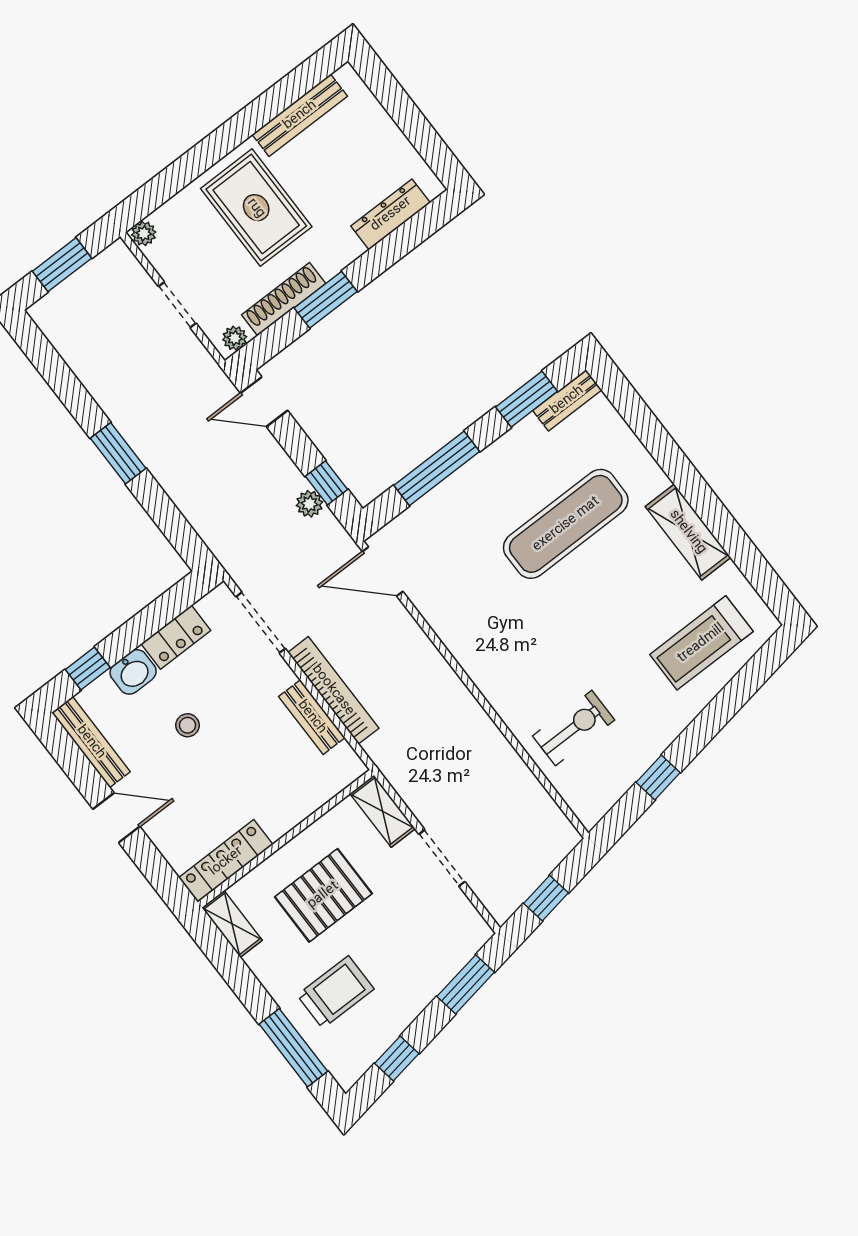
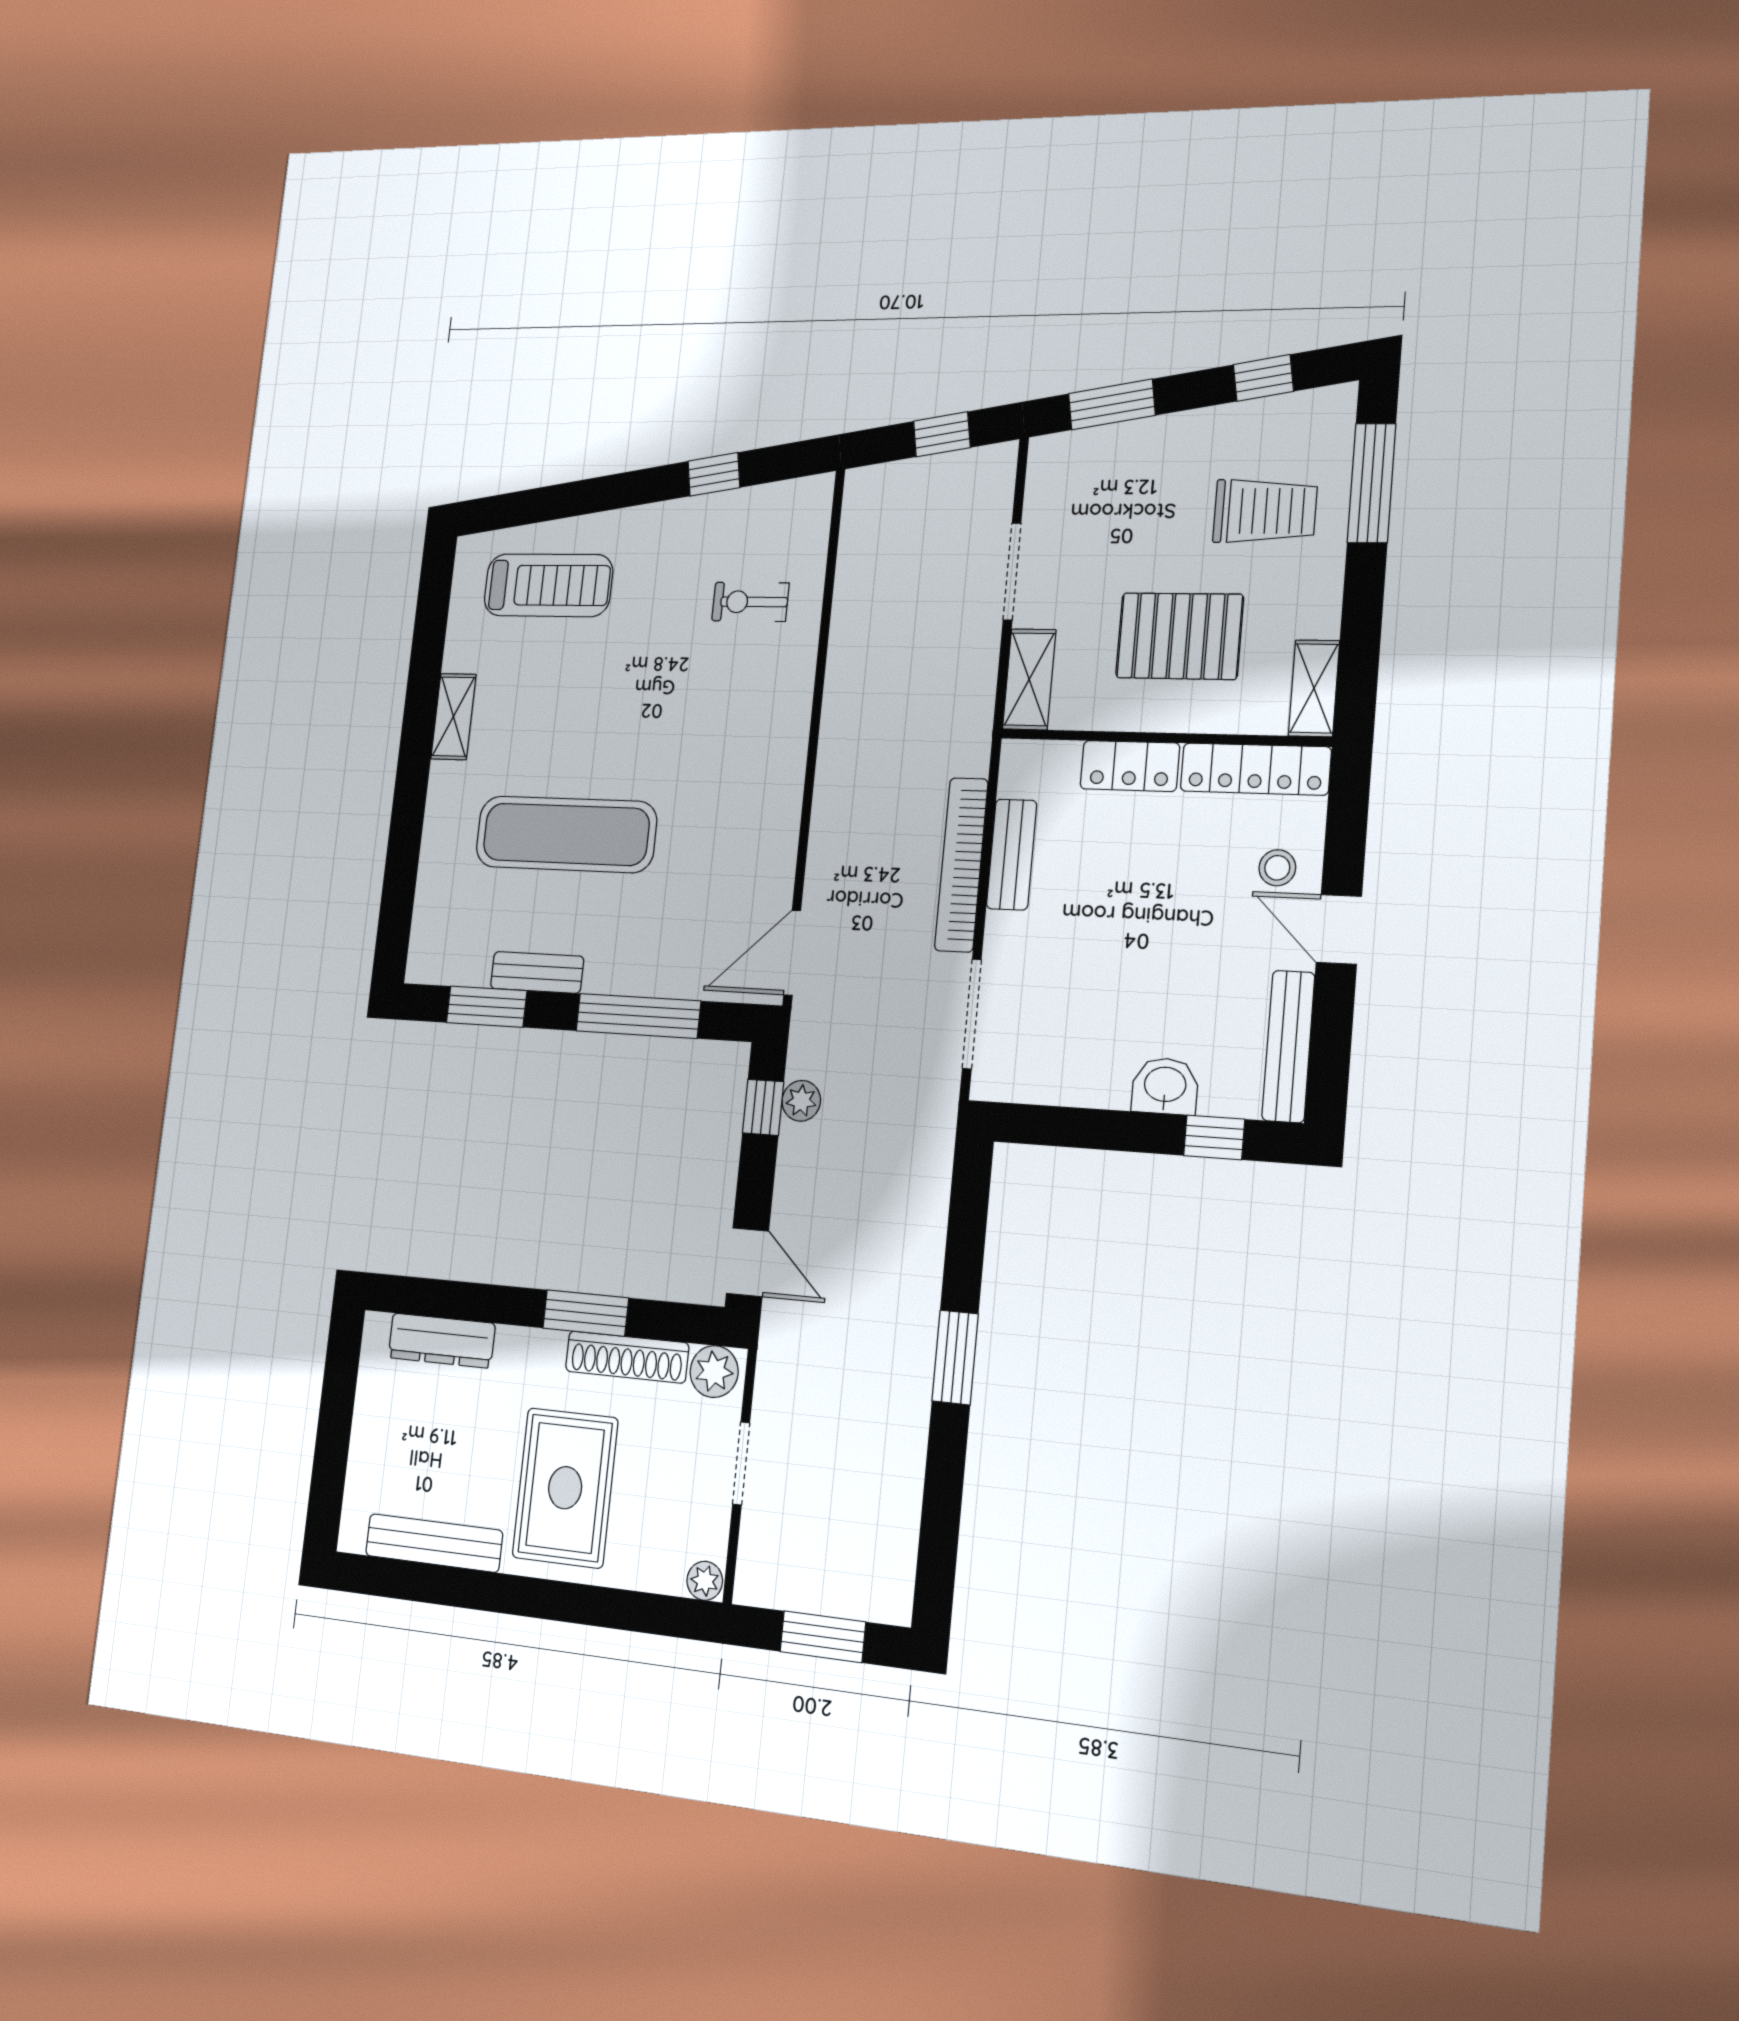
plant: (235, 338) -> (714, 1372), width x1.38, depth x1.38
bench: (567, 400) -> (537, 972), moved
shelving: (688, 532) -> (453, 717), width x0.67, depth x0.75
door: (383, 571) -> (792, 953), swing flipped
locker: (176, 637) -> (1130, 766), moved, turned 180
stool: (188, 725) -> (1277, 868), moved
exercise bike: (574, 728) -> (750, 602), width x0.73, depth x0.72
trolley: (336, 992) -> (1265, 511), turned 180

